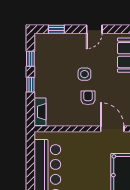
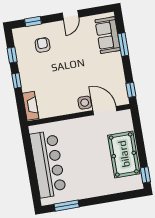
side table: (84, 74) -> (85, 103), moved
armchair: (88, 98) -> (43, 45), moved

